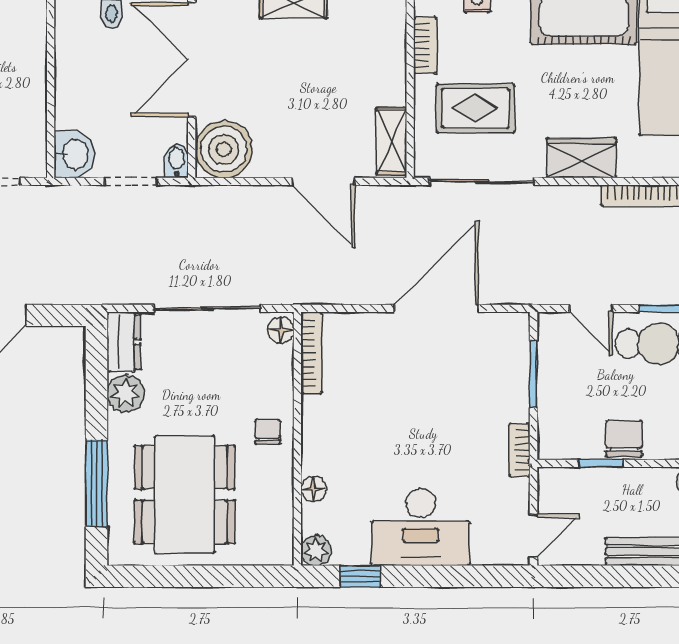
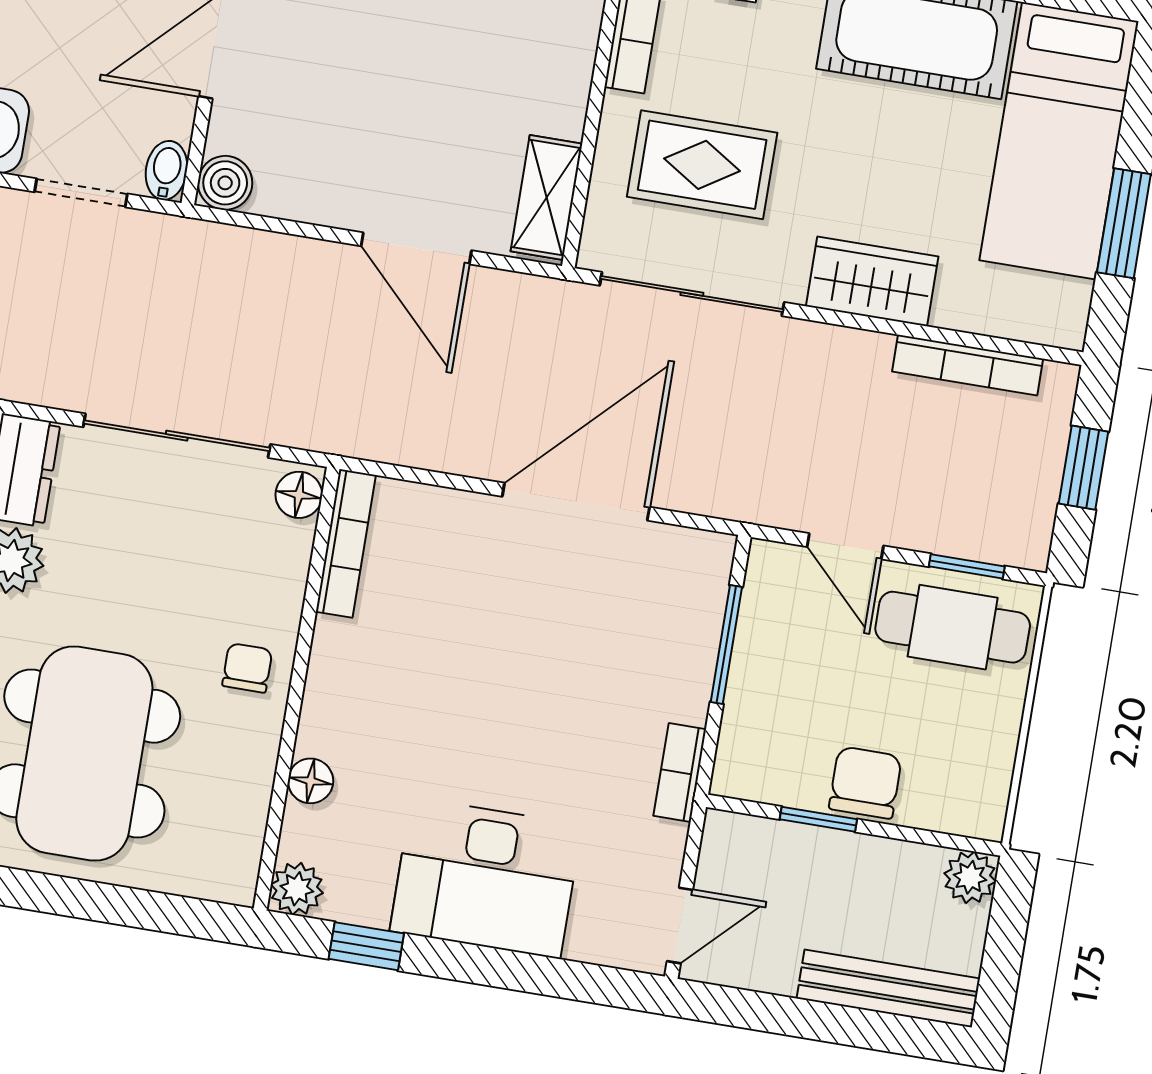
boiler: (224, 149) -> (225, 183), width x0.54, depth x0.54

